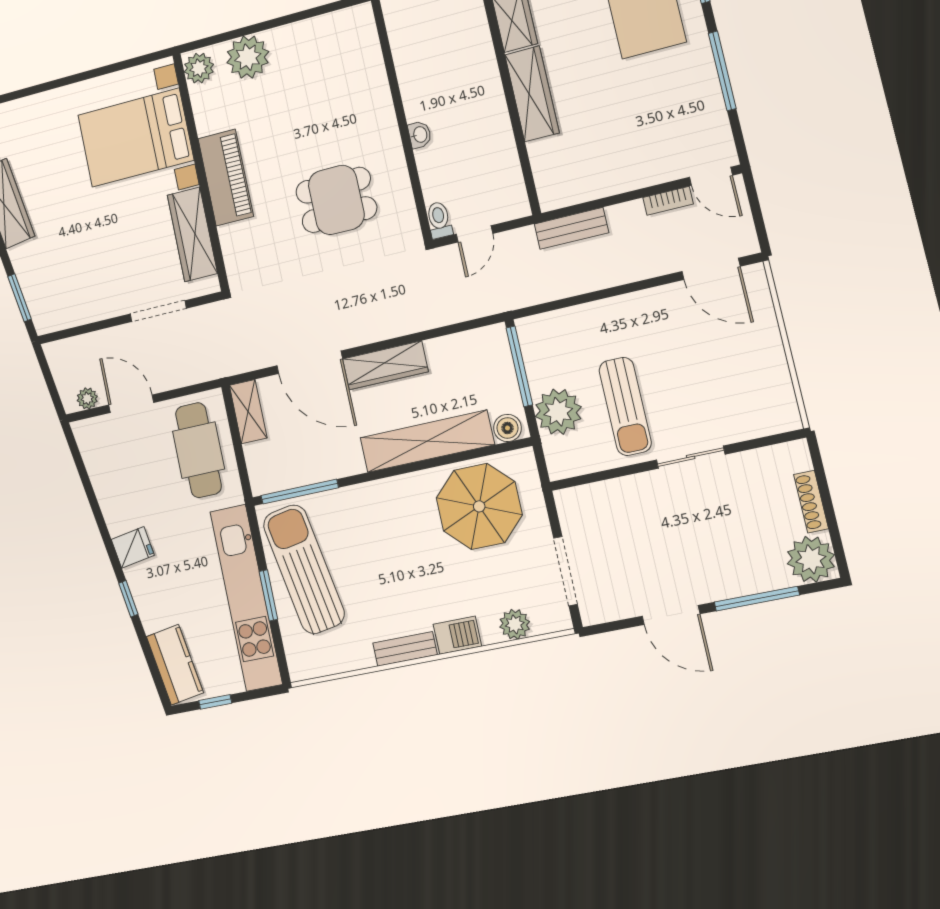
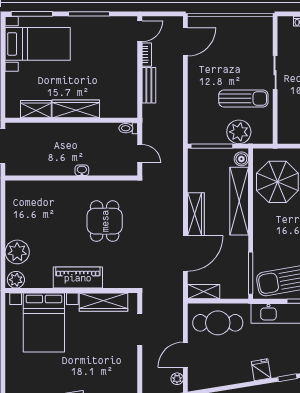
toilet: (439, 220) -> (128, 128), moved
bench: (571, 228) -> (149, 85), moved

